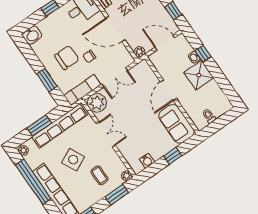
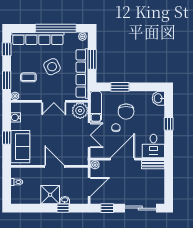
double door: (115, 77) -> (89, 135), swing flipped
sofa: (176, 124) -> (20, 147), moved, turned 90

